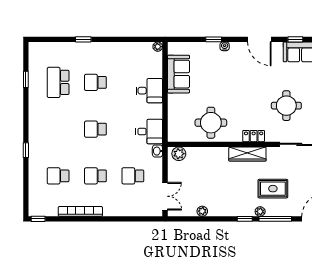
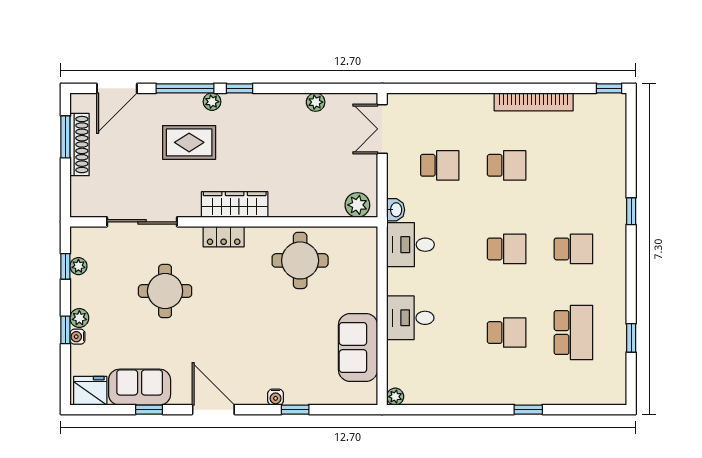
school desk: (58, 176) -> (573, 249), moved

